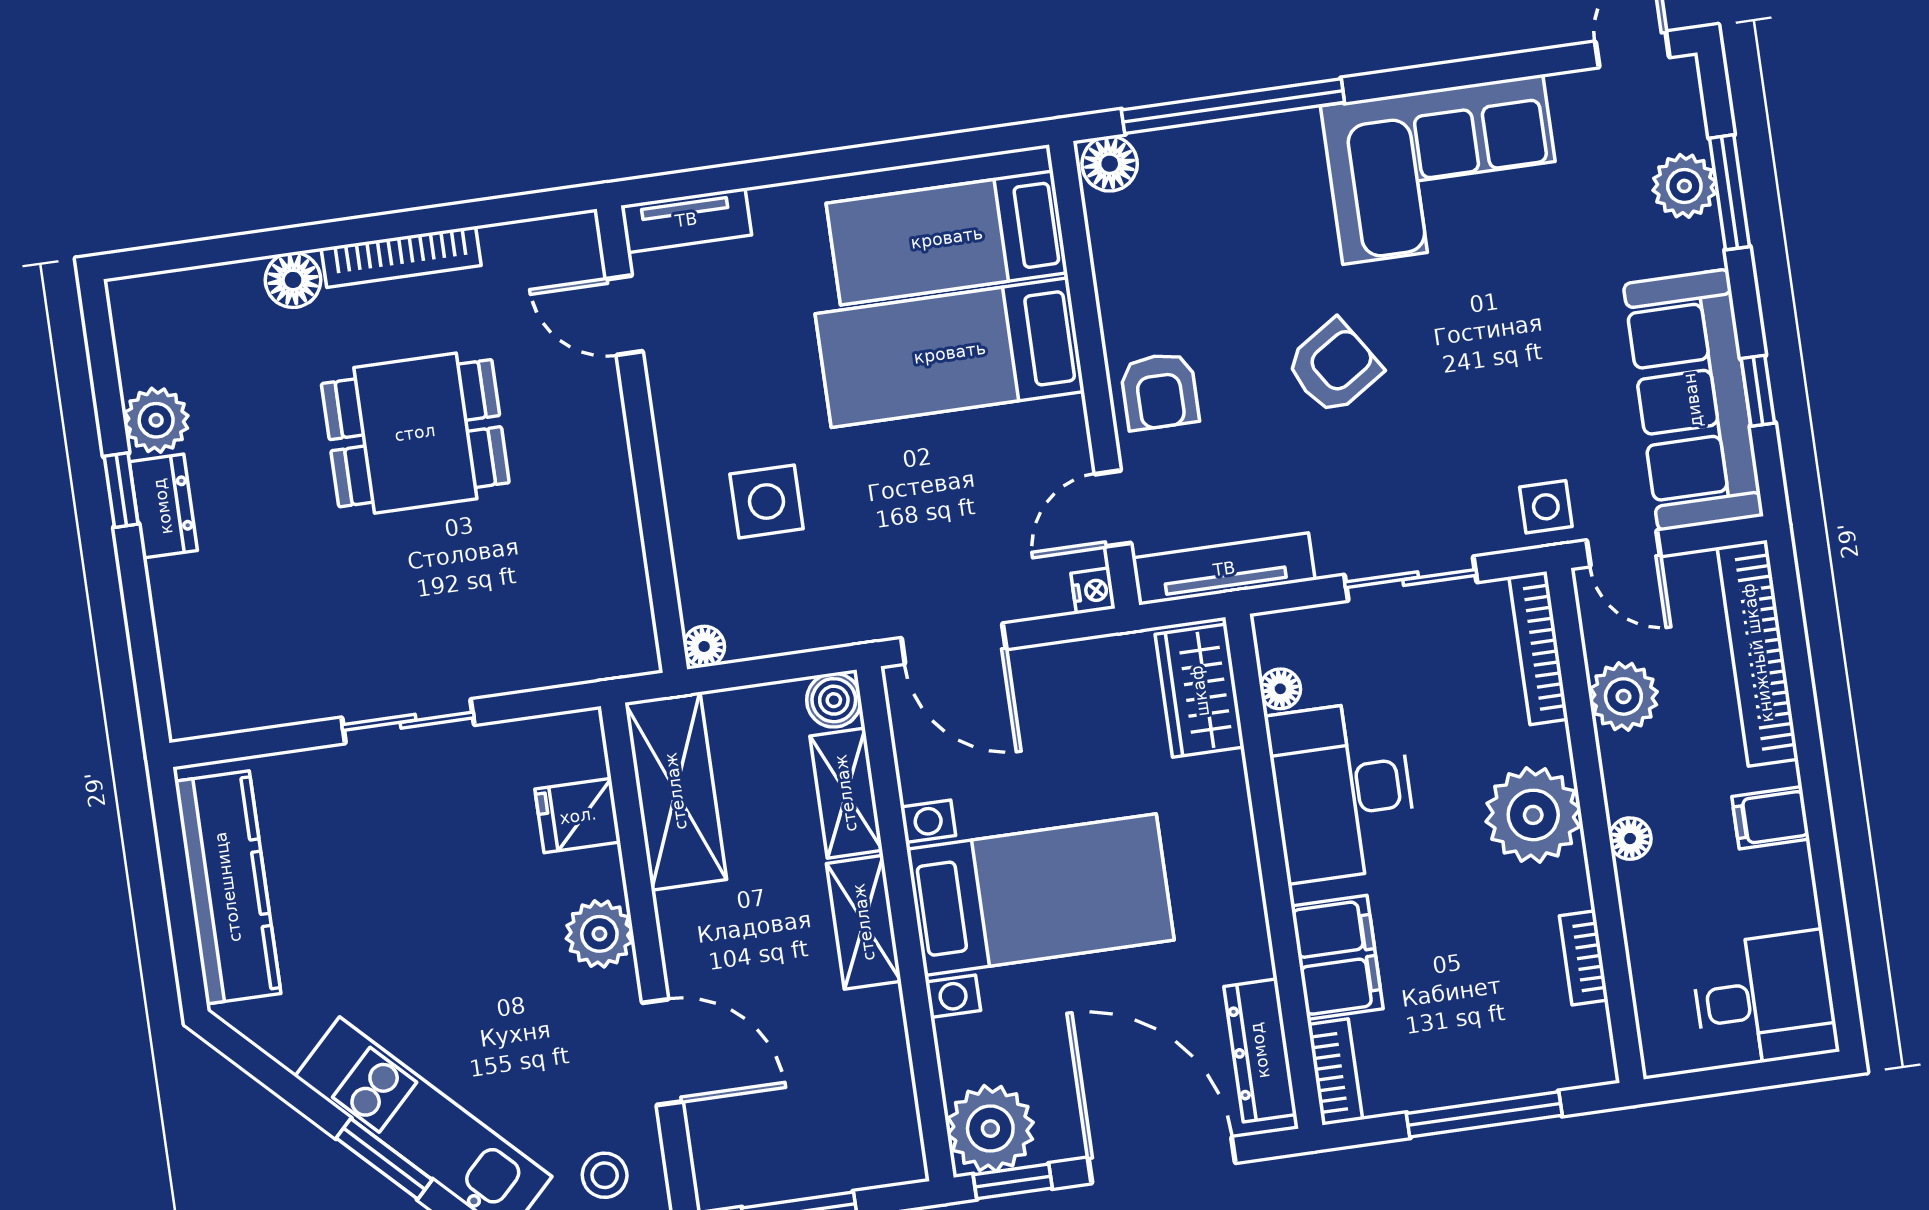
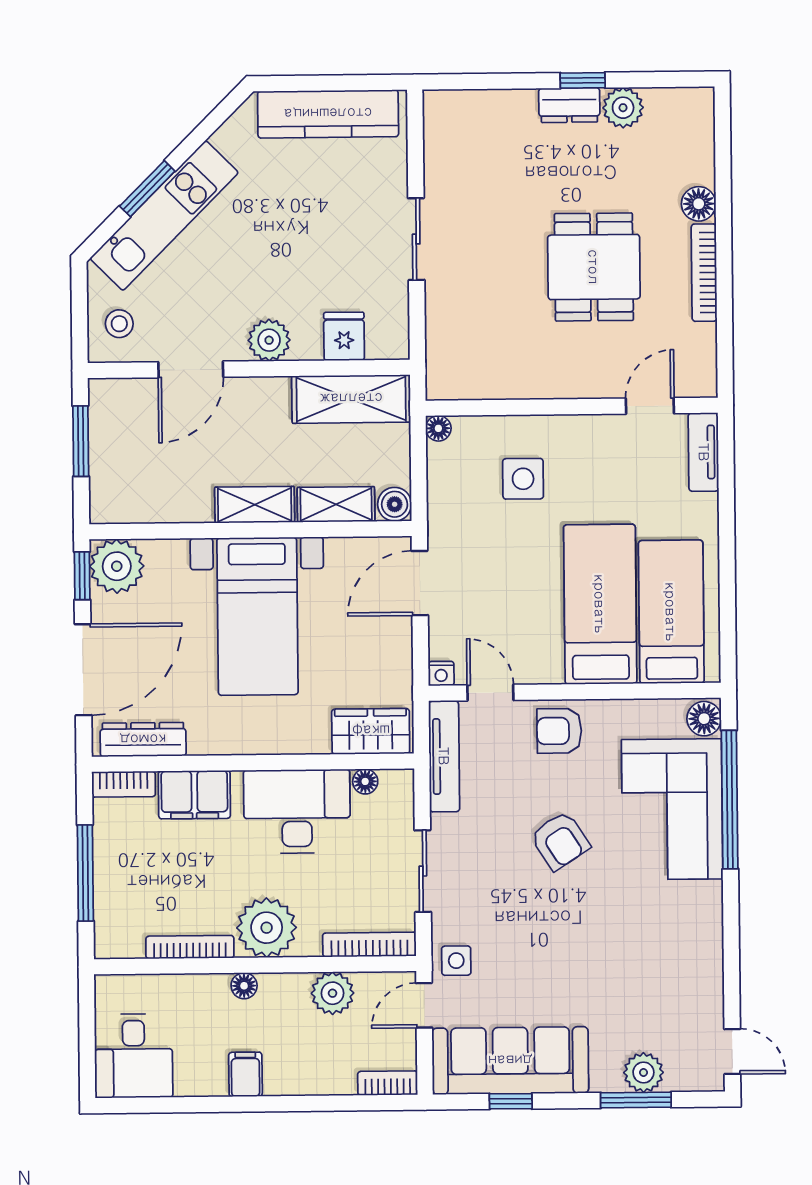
corner sofa: (1443, 169) -> (672, 809), moved
bookcase: (1758, 653) -> (388, 1083), width x0.43, depth x0.76
bookcase: (1584, 958) -> (190, 947), width x1.56

